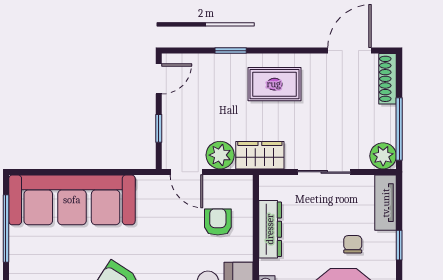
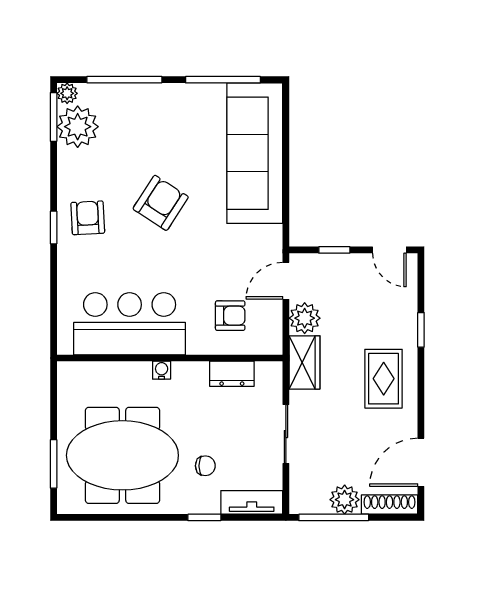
door: (350, 51) -> (421, 462), swing flipped
plant: (383, 156) -> (345, 500), moved
dresser: (270, 229) -> (232, 374), width x0.70

